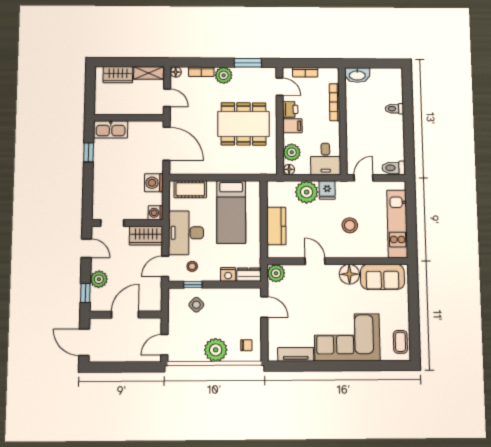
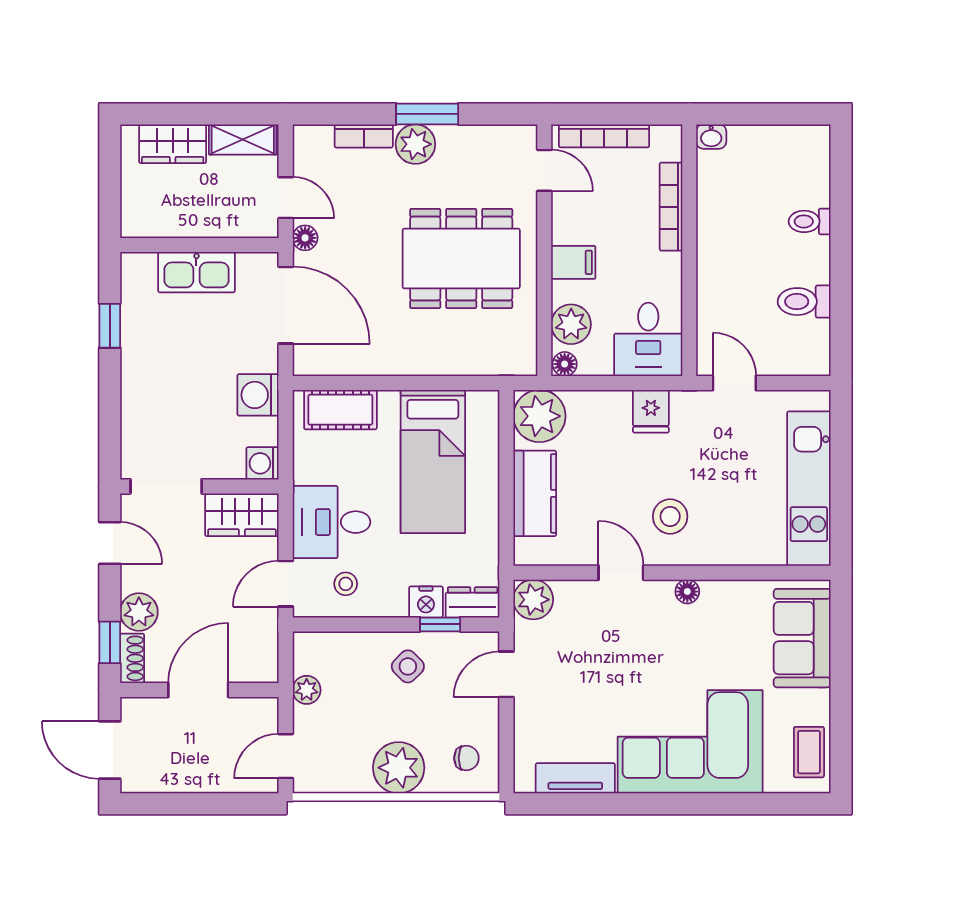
window: (248, 63) -> (427, 114), moved
floor lamp: (176, 72) -> (305, 238), moved
bookcase: (305, 72) -> (604, 136), width x1.56
washbasin: (357, 75) -> (711, 137), width x0.52, depth x0.69
printer: (290, 109) -> (569, 224), removed
kitchen sink: (111, 129) -> (196, 272), moved
toilet: (394, 168) -> (804, 302), moved
door: (363, 178) -> (734, 383), hinge flipped
plant: (307, 192) -> (539, 416), moved
doorway: (112, 223) -> (166, 486), width x1.38
stool: (350, 225) -> (670, 516), moved
desk: (186, 233) -> (331, 522), width x0.73
floor lamp: (349, 274) -> (687, 592), width x0.53, depth x0.53
sofa: (382, 277) -> (802, 638), moved, turned 90
window: (193, 285) -> (440, 624), moved
shoe rack: (95, 300) -> (132, 658), added
side table: (196, 305) -> (408, 666), moved
door: (264, 307) -> (506, 674), swing flipped
plant: (174, 314) -> (307, 690), added

